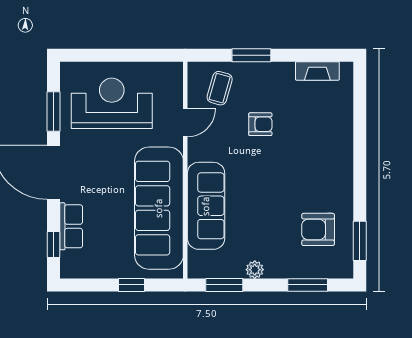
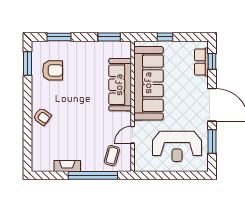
window: (251, 55) -> (93, 175), width x2.11
fireplace: (317, 71) -> (67, 166), moved
armchair: (260, 124) -> (42, 117), moved, turned -144
row of seats: (71, 226) -> (201, 62), moved
plant: (255, 270) -> (91, 46), removed

